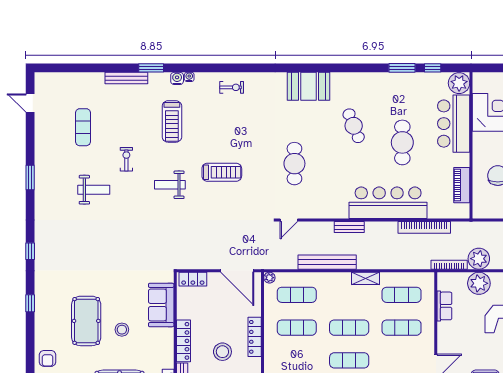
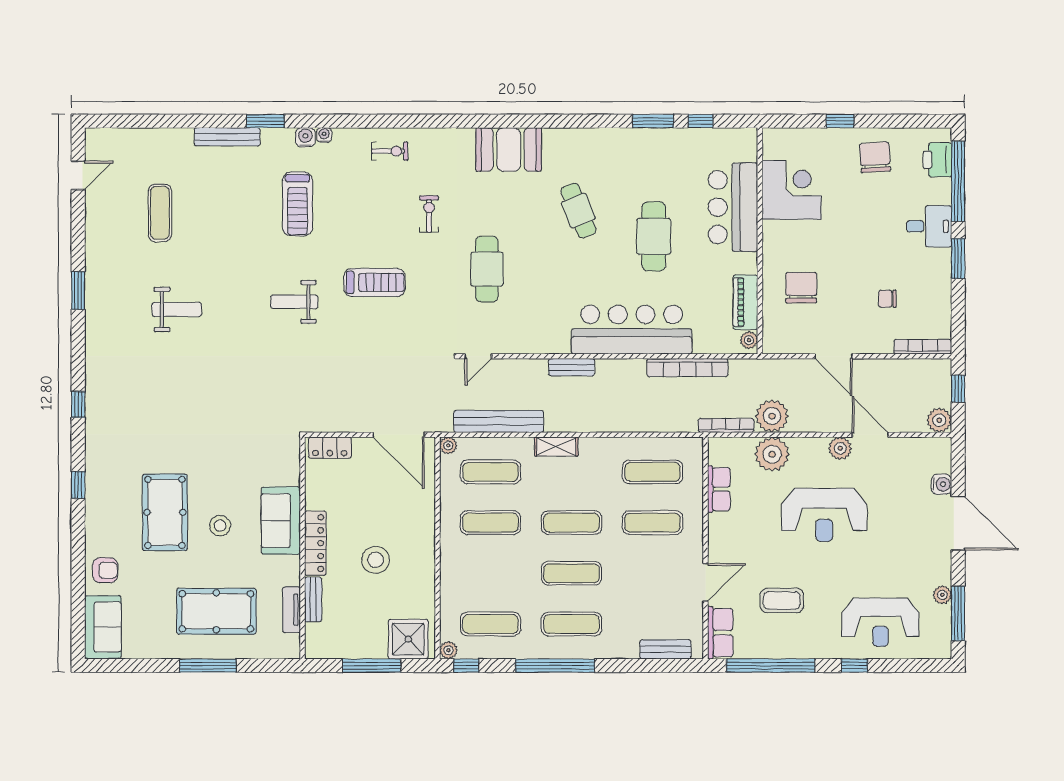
plant: (459, 83) -> (749, 340), moved, width x0.53, depth x0.53
door: (30, 103) -> (78, 175), swing flipped
exercise bike: (126, 159) -> (429, 214), moved
bench: (327, 262) -> (499, 421), moved
shelving: (365, 278) -> (556, 447), moved
sofa: (161, 305) -> (281, 521), moved
locker: (255, 337) -> (425, 537), removed
armchair: (48, 358) -> (105, 570), turned -90

